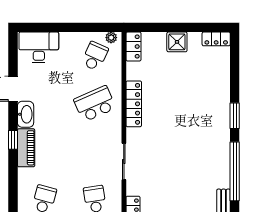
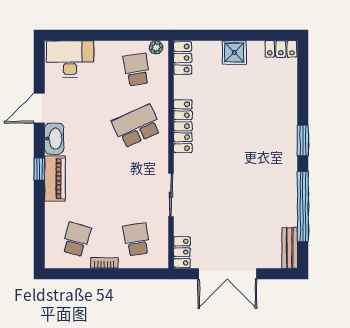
school desk: (95, 56) -> (137, 69), turned -33

